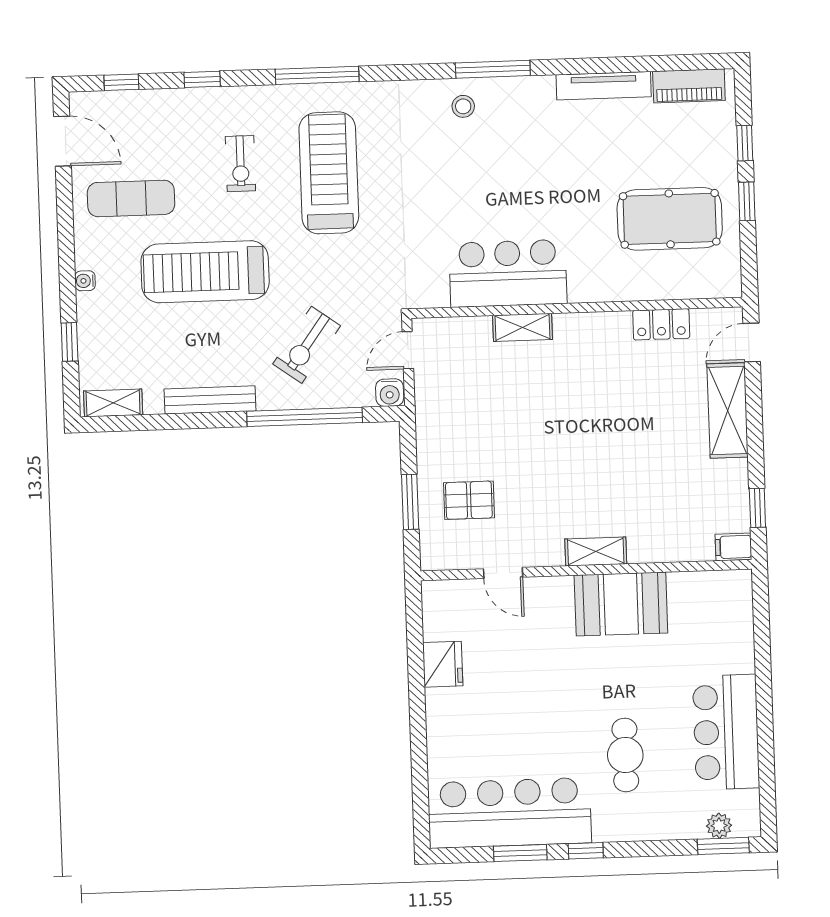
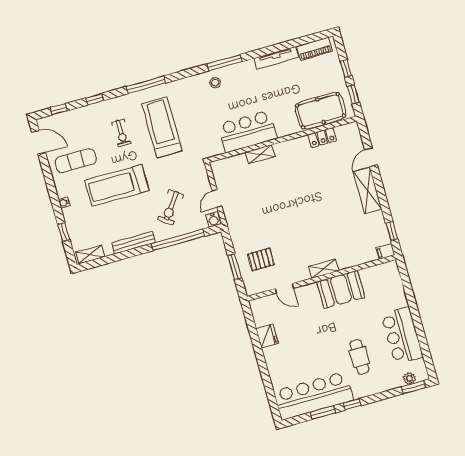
bar counter: (508, 273) -> (248, 131), moved
wall: (577, 308) -> (282, 139), moved
locker: (661, 324) -> (322, 138), moved
shelving: (523, 327) -> (260, 154), moved

